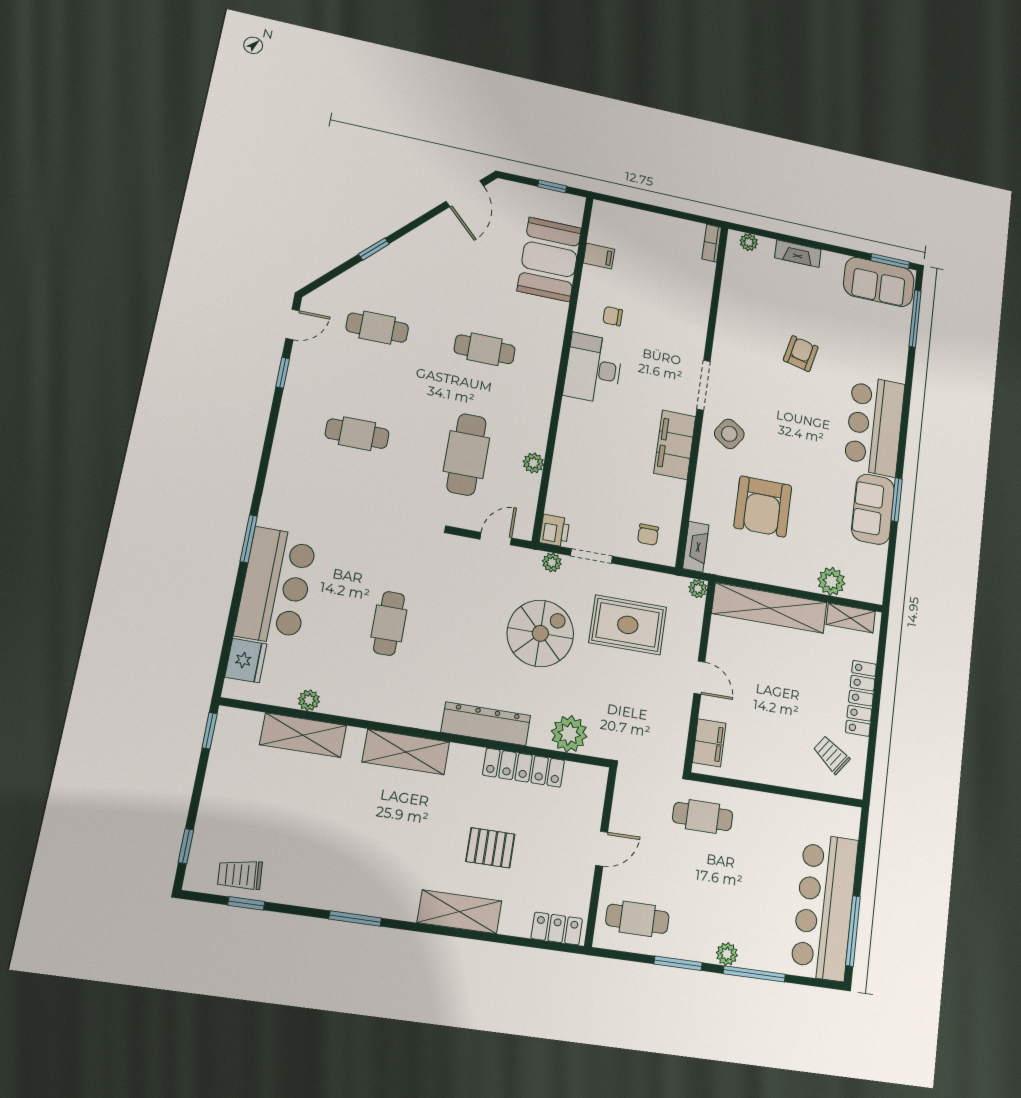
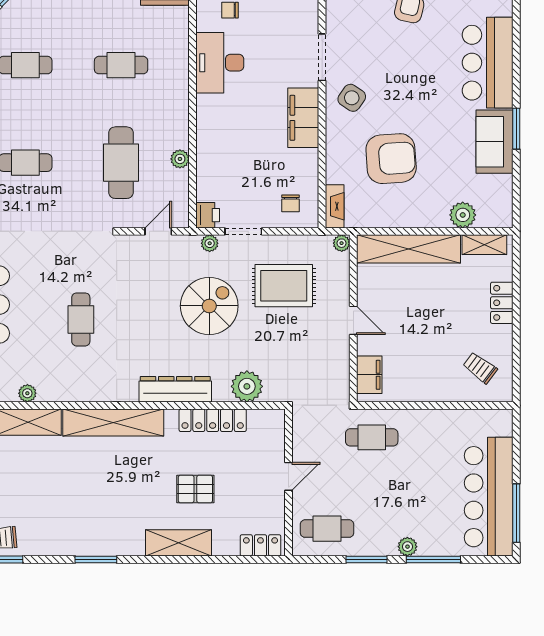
armchair: (763, 506) -> (391, 159), turned -94
locker: (861, 698) -> (502, 303), width x0.66
shelving: (406, 752) -> (113, 423), width x1.47

